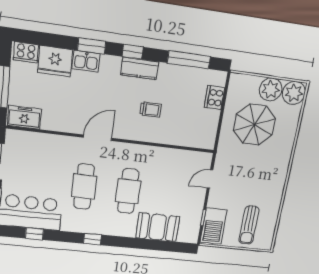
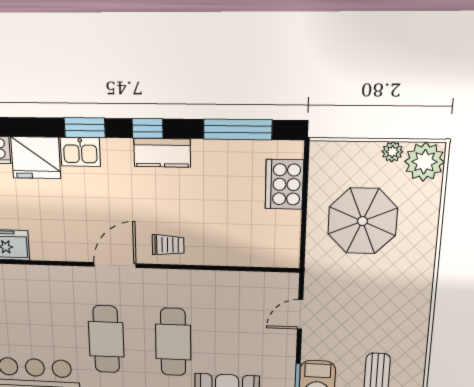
plant: (271, 89) -> (392, 152), width x0.53, depth x0.53
cooker: (215, 98) -> (284, 184), width x1.37, depth x1.31
trolley: (151, 110) -> (168, 245), moved

